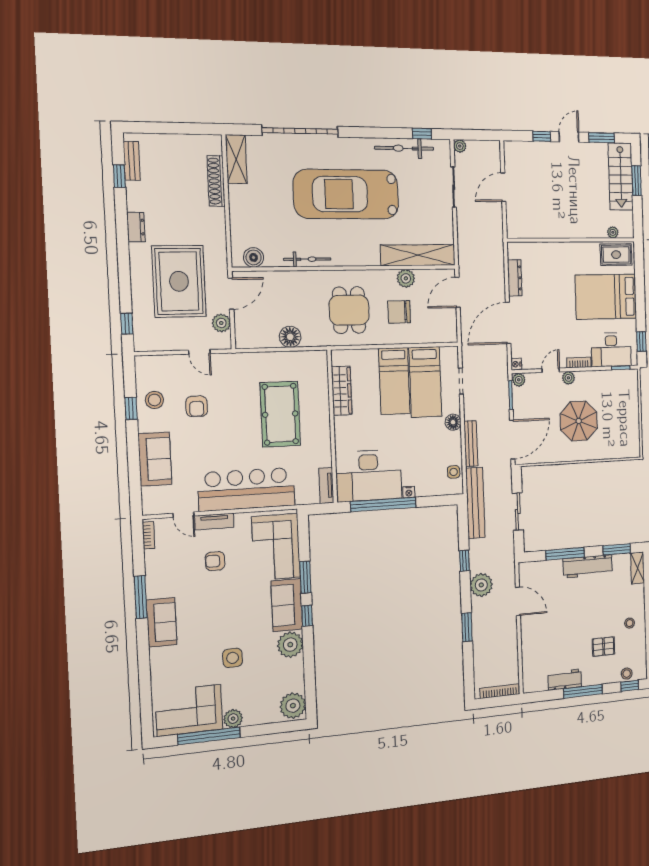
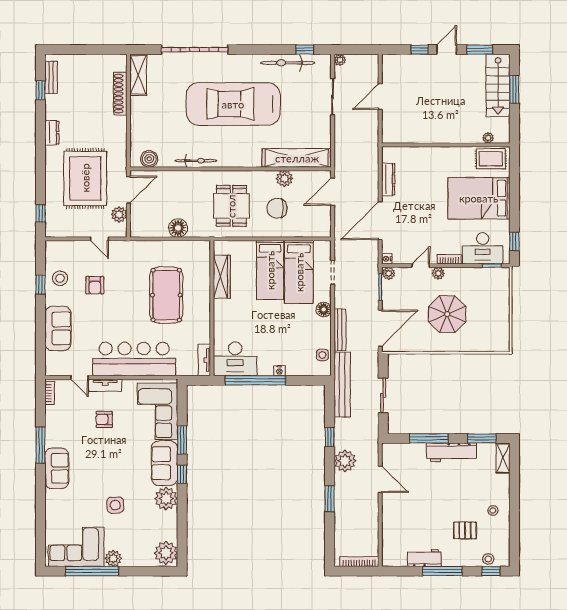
desk: (369, 476) -> (235, 359), width x0.73, depth x0.77

